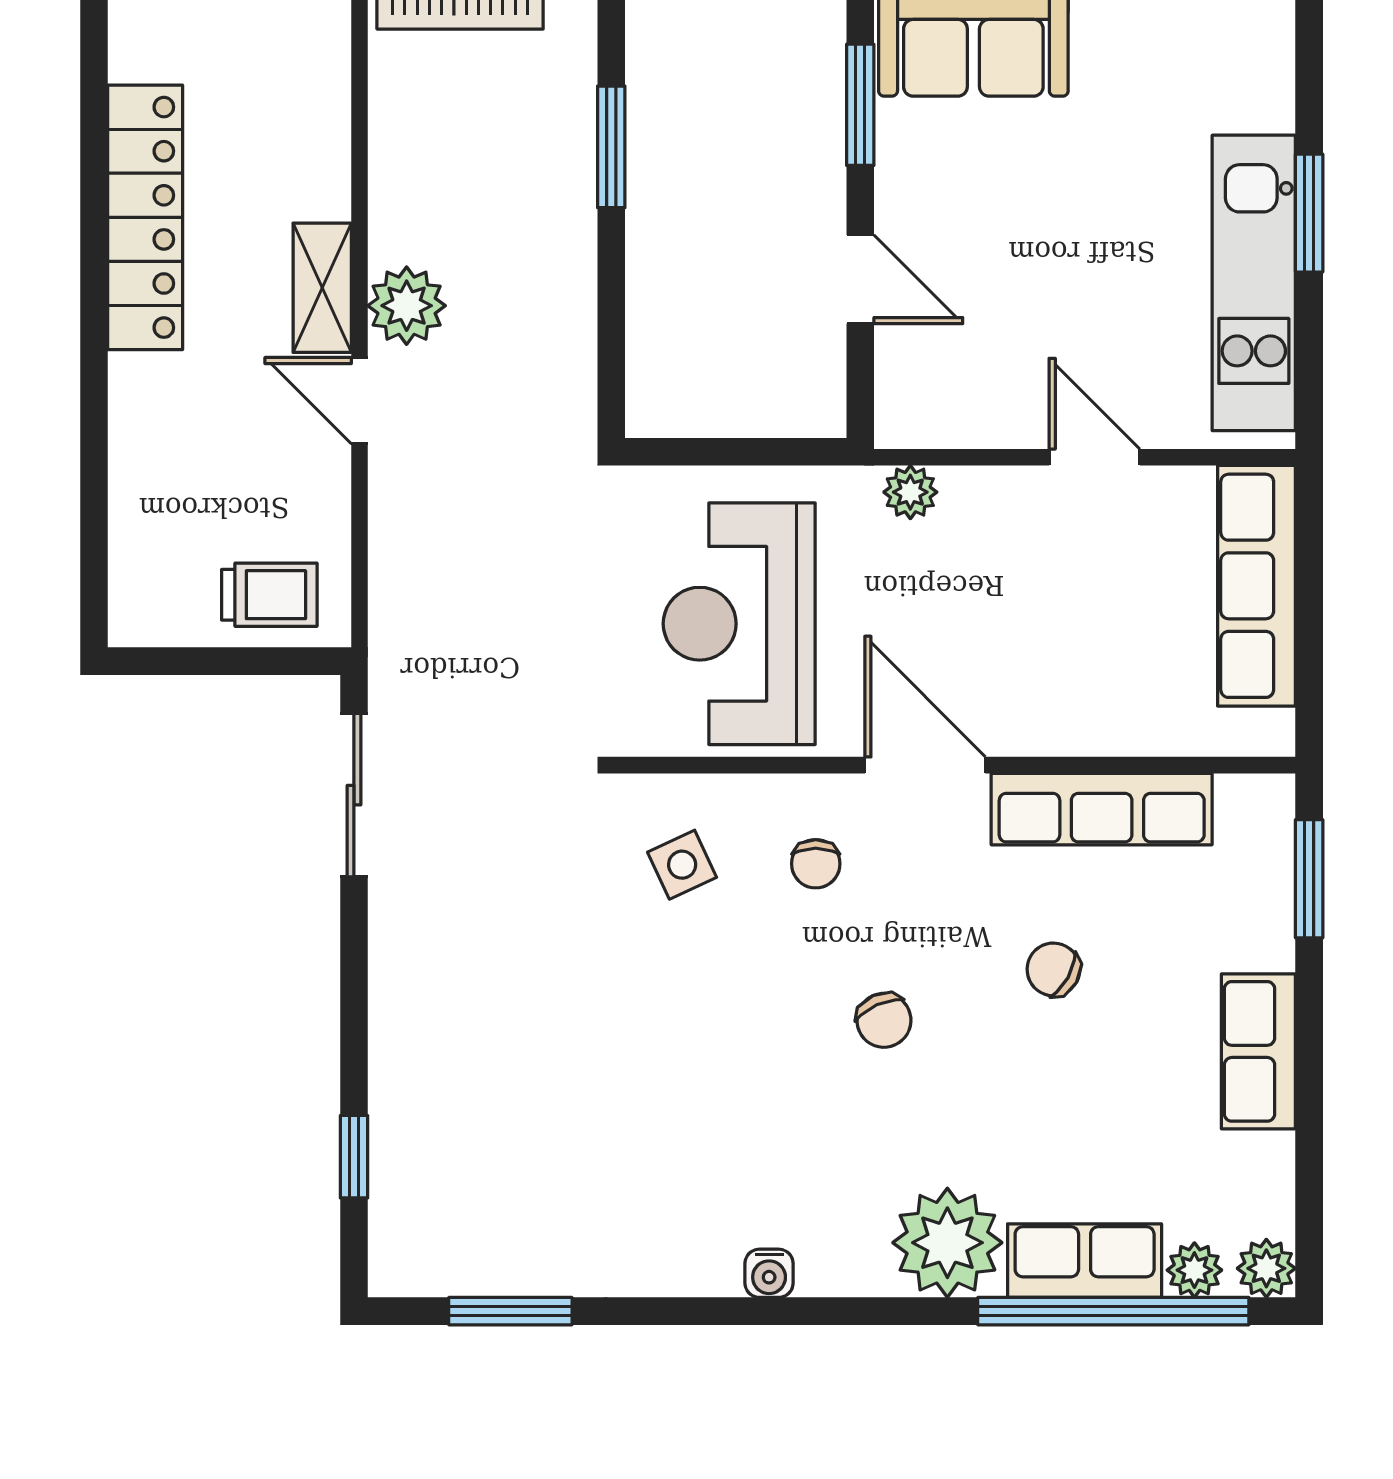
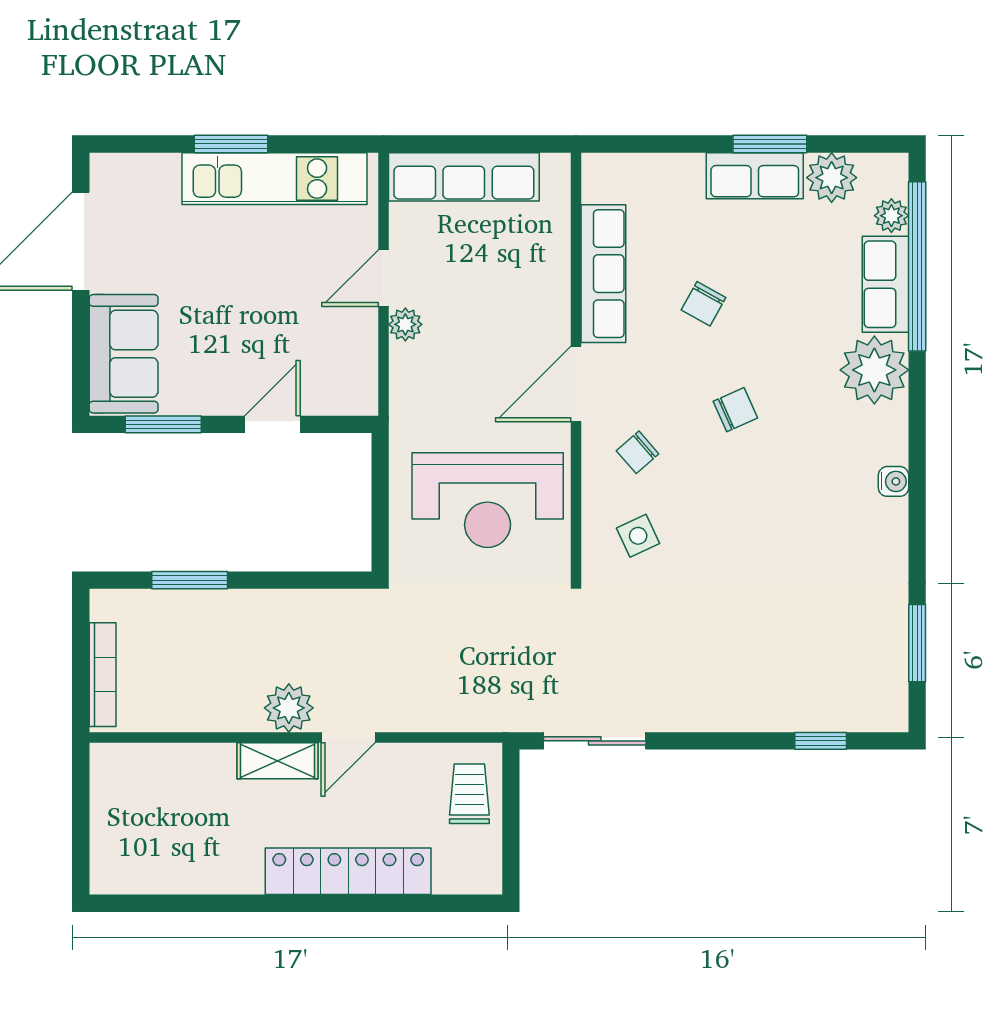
locker: (145, 217) -> (348, 871), moved
plant: (910, 492) -> (405, 324), moved
chair: (816, 864) -> (638, 452), turned 139
window: (1309, 879) -> (770, 144), moved
plant: (1266, 1268) -> (832, 178), moved, width x1.38, depth x1.38

